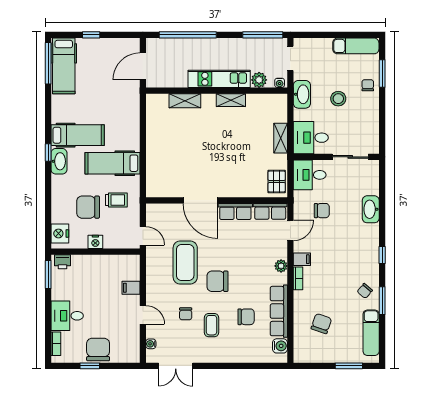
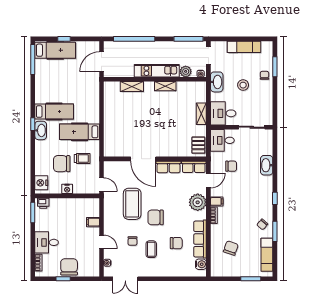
exam couch: (356, 46) -> (244, 47), moved
hospital bed: (64, 66) -> (55, 50), moved, turned -90
plant: (281, 266) -> (198, 202), width x1.88, depth x1.88

